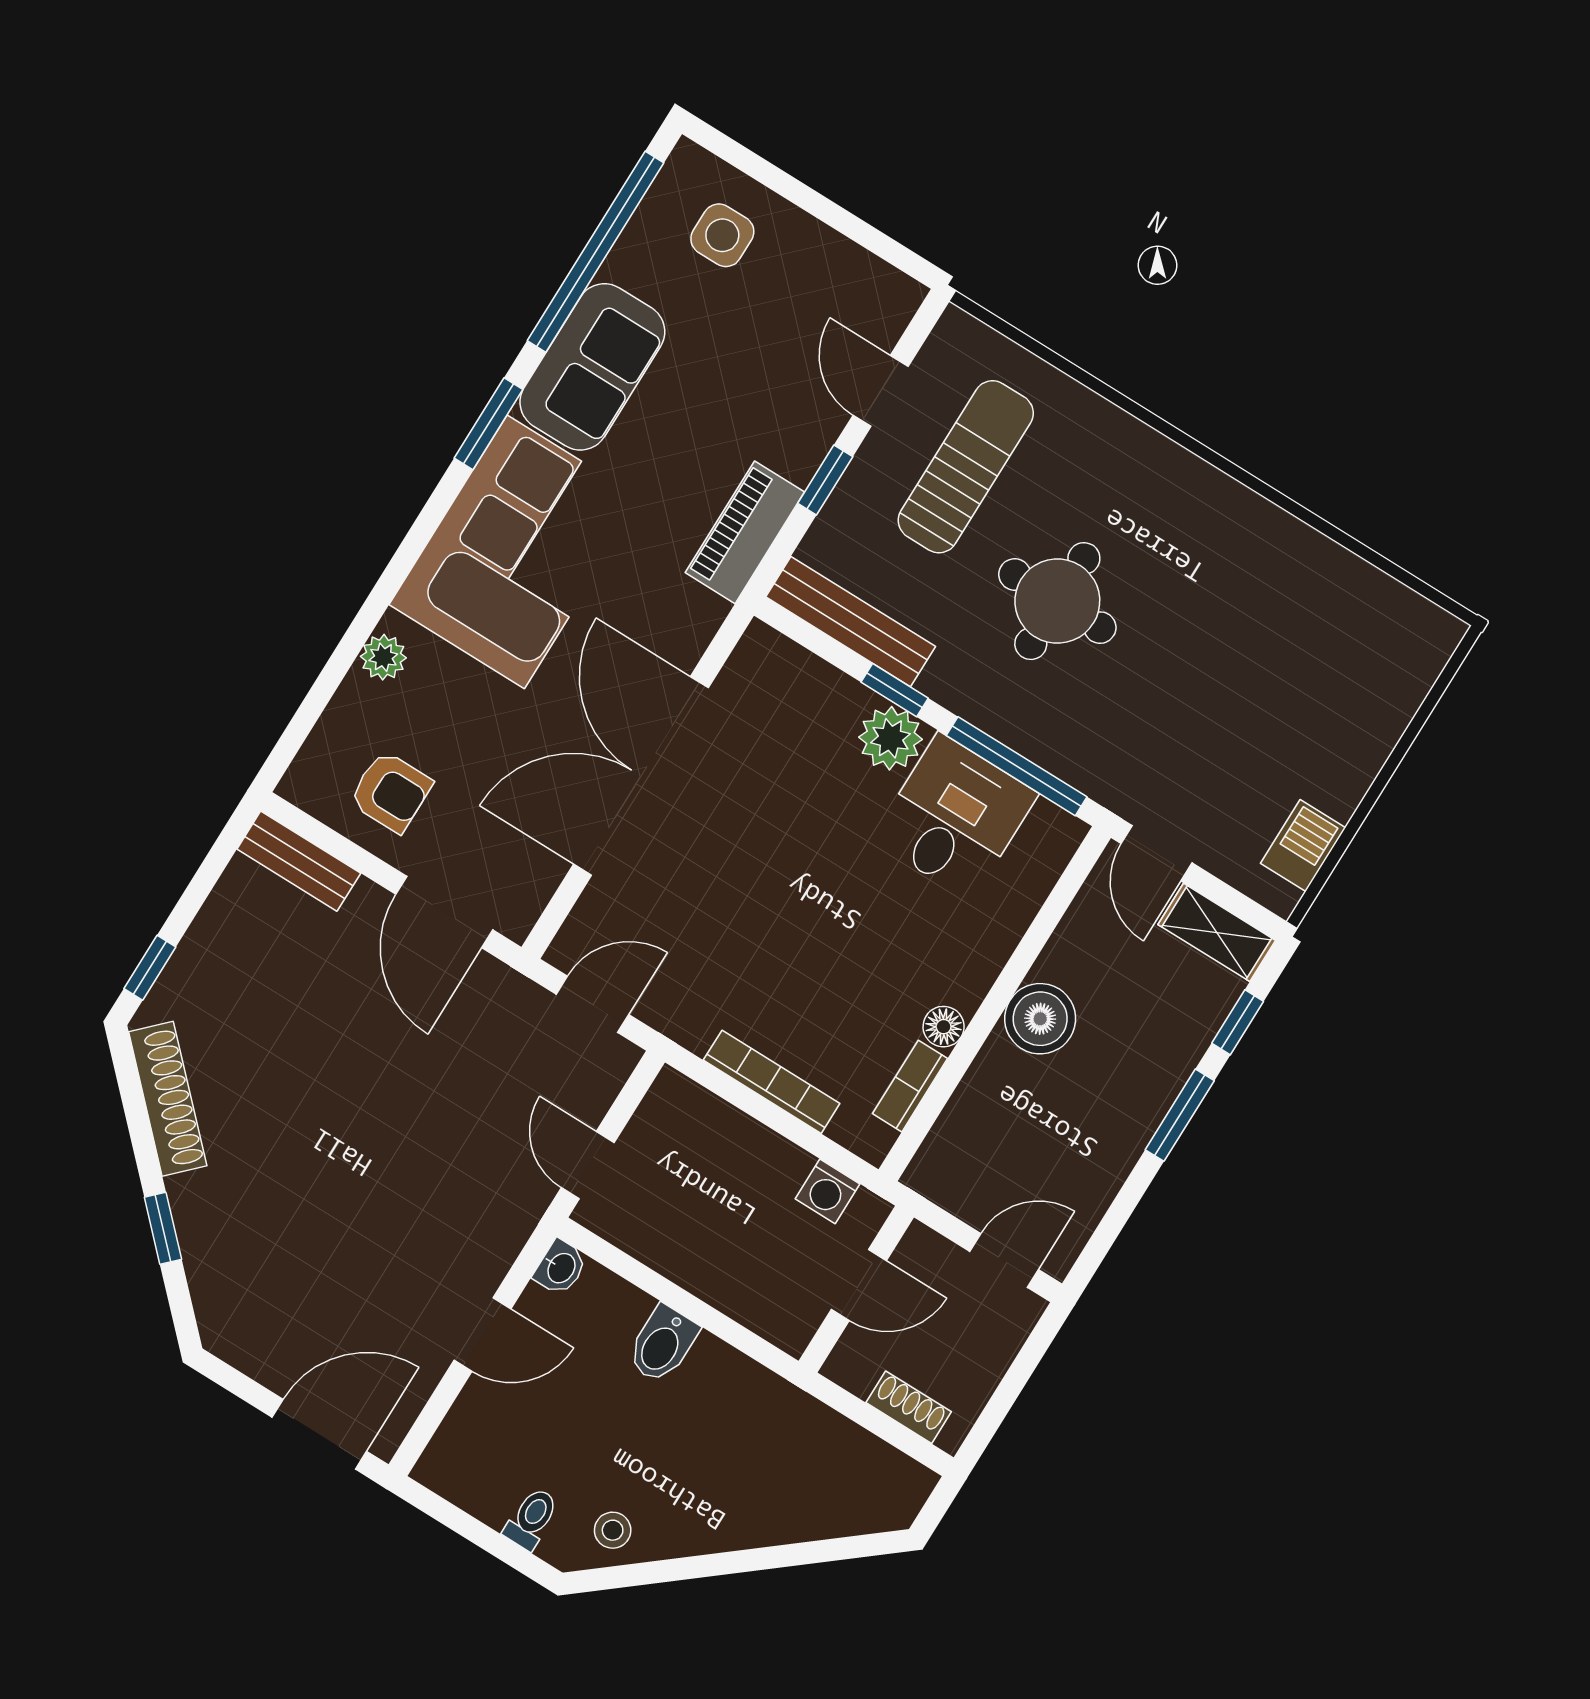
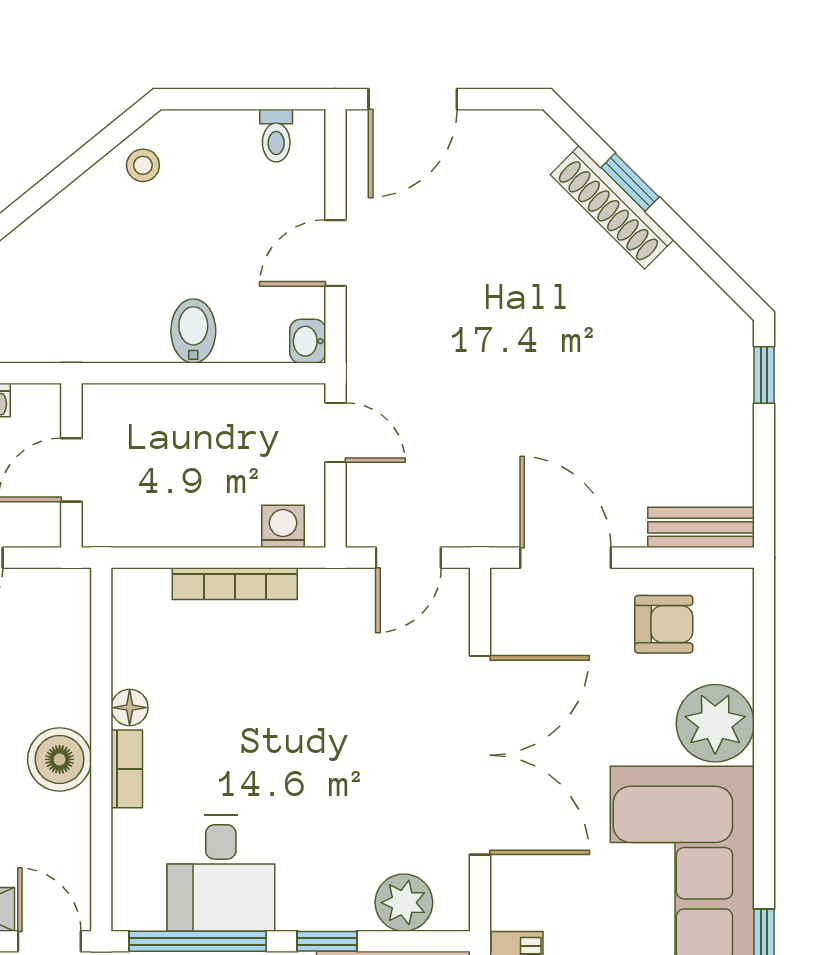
plant: (383, 657) -> (715, 723), width x1.87, depth x1.87
plant: (890, 738) -> (404, 903), moved
armchair: (391, 792) -> (664, 624), turned 180
bookcase: (910, 1086) -> (127, 769), moved
shoe rack: (168, 1099) -> (612, 207), moved
washing machine: (827, 1191) -> (283, 526), moved
toilet: (531, 1519) -> (276, 136), moved

